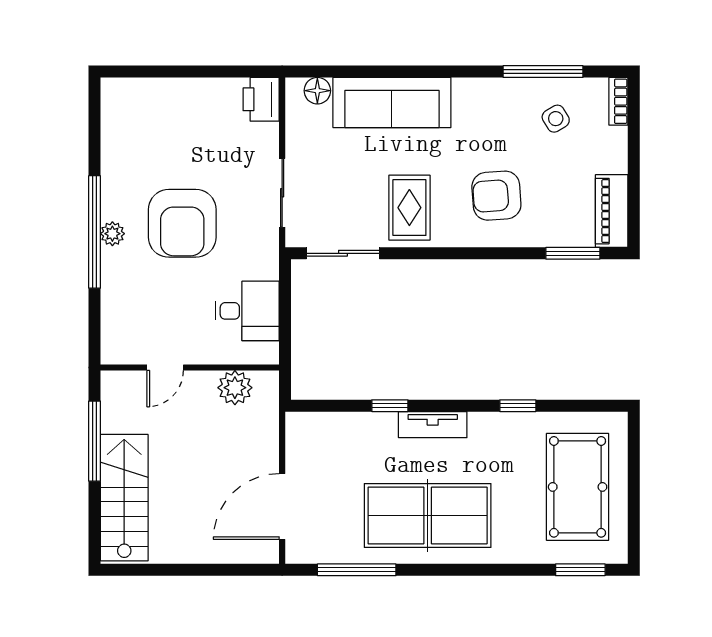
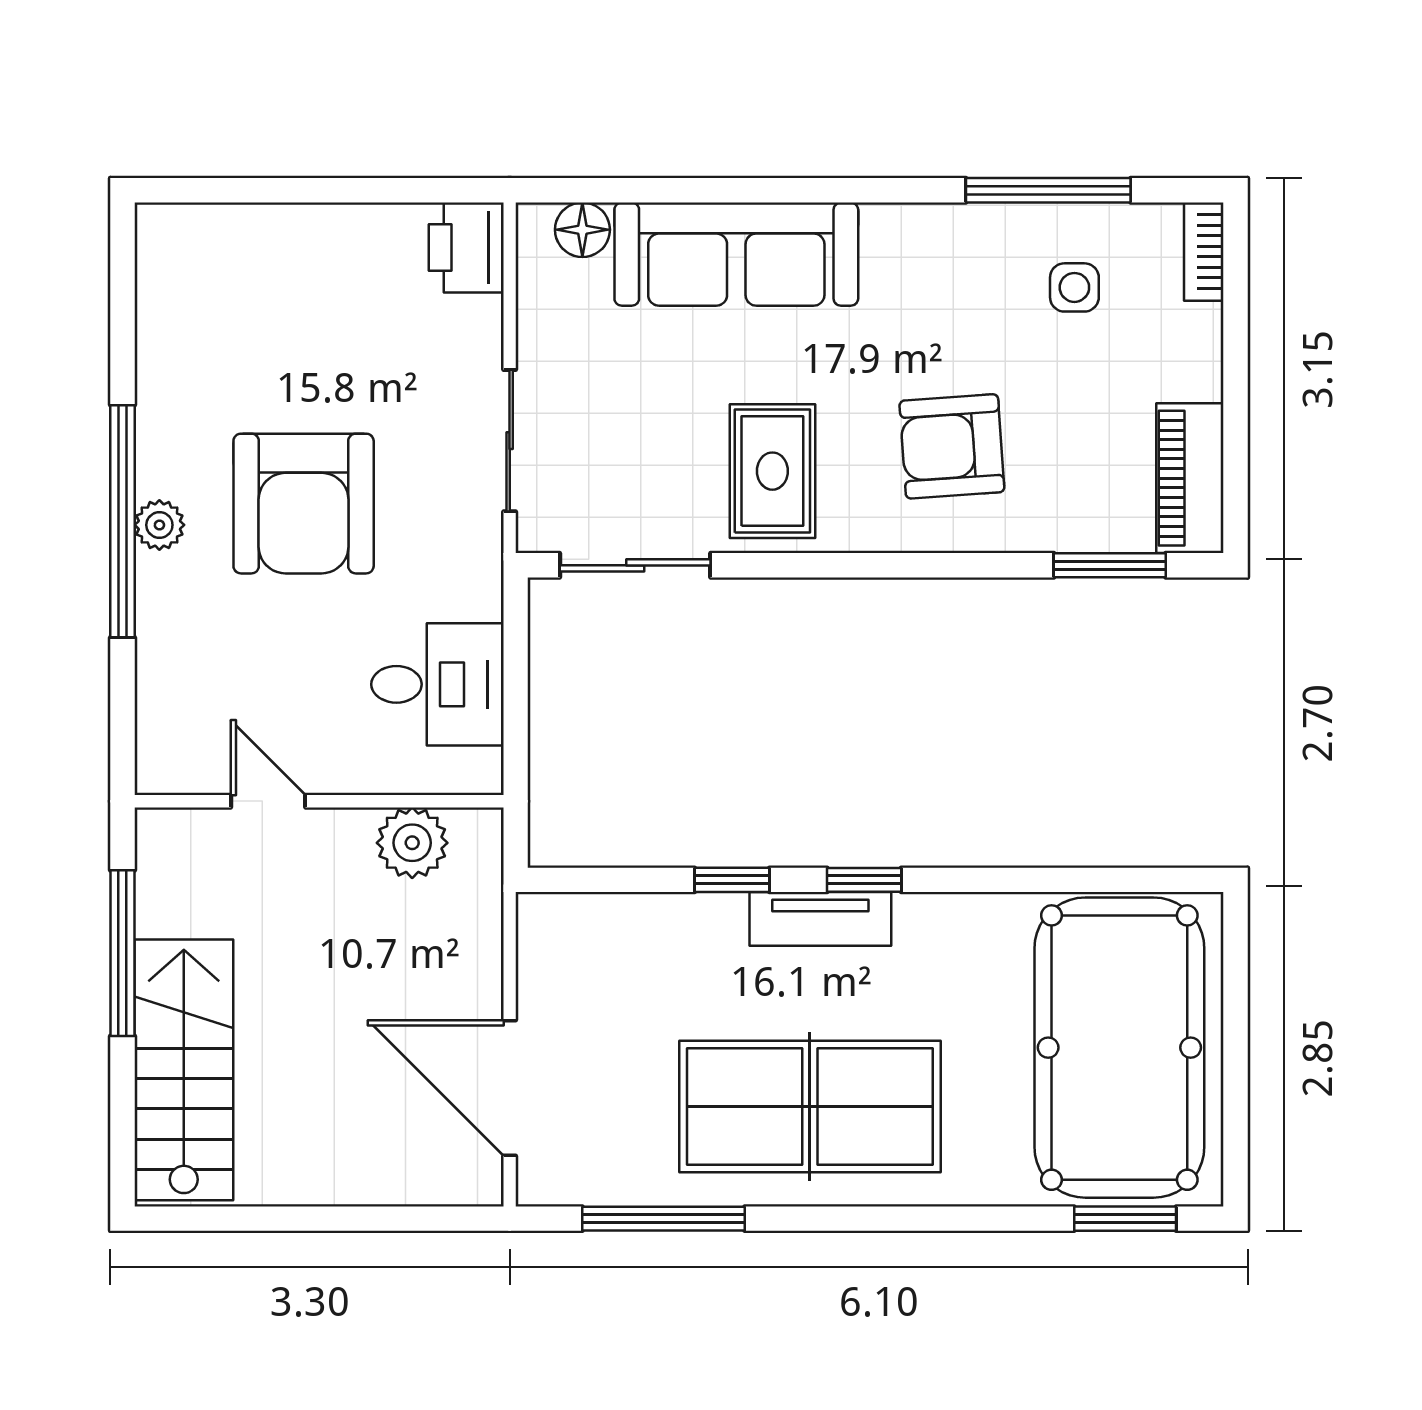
side table: (556, 119) -> (1074, 287), turned 31
door: (165, 368) -> (268, 801), swing flipped
window: (518, 406) -> (864, 880), moved
pool table: (578, 487) -> (1119, 1048), width x1.36, depth x1.32
door: (282, 507) -> (510, 1088), hinge flipped

